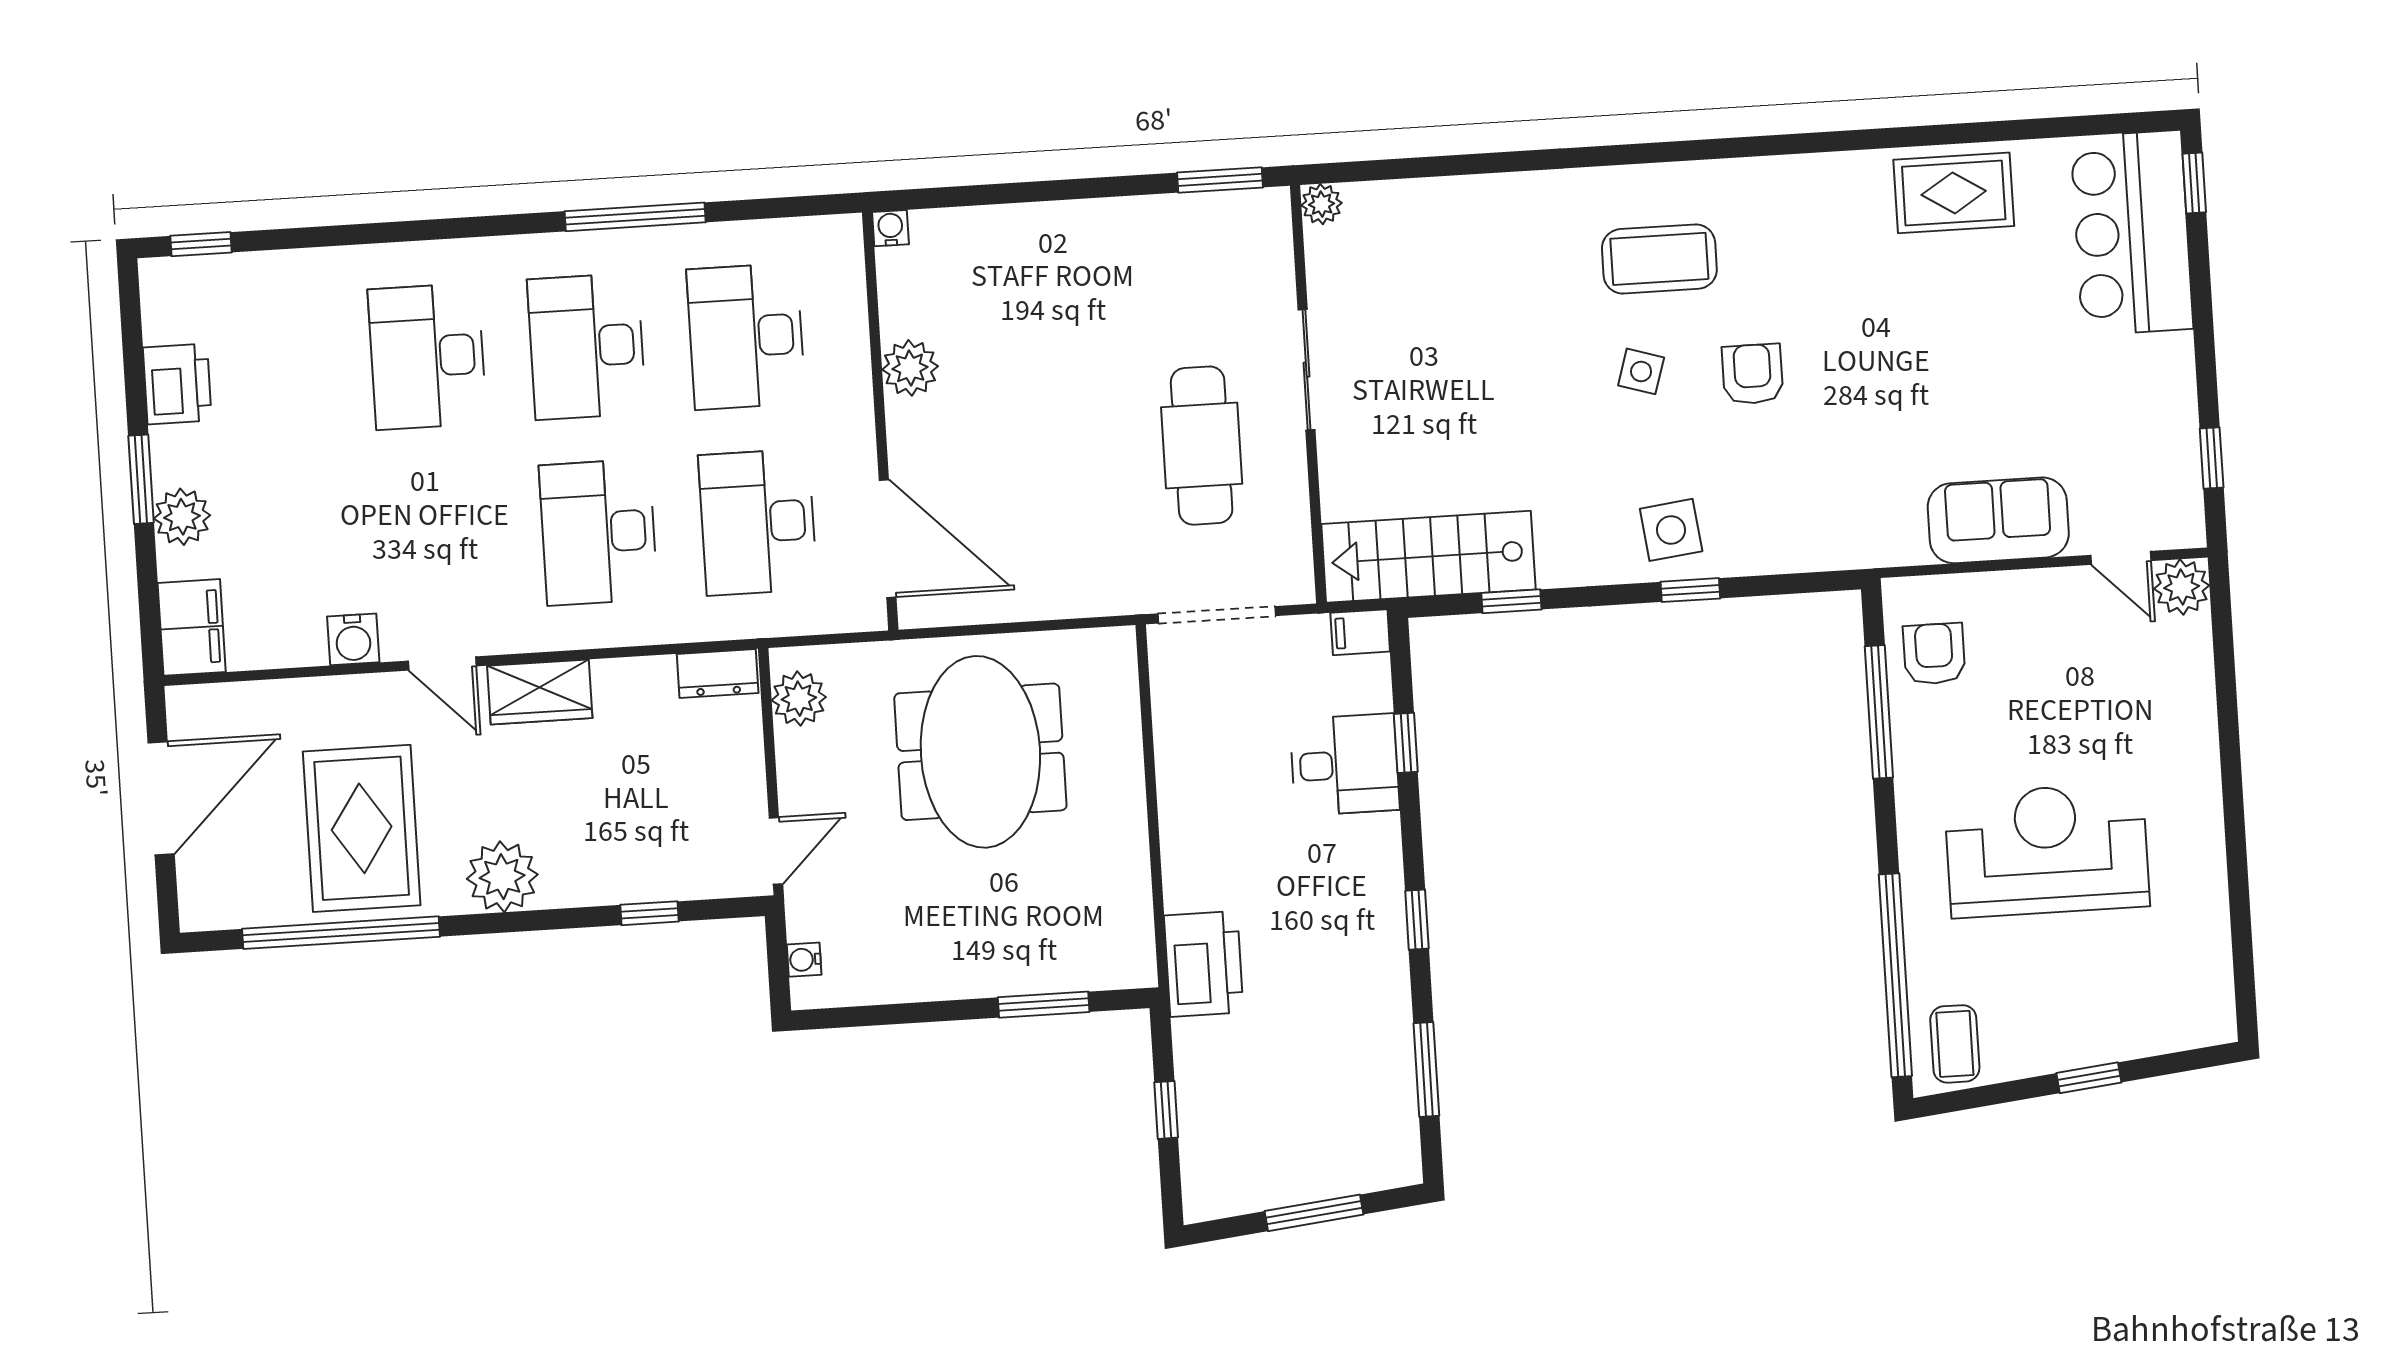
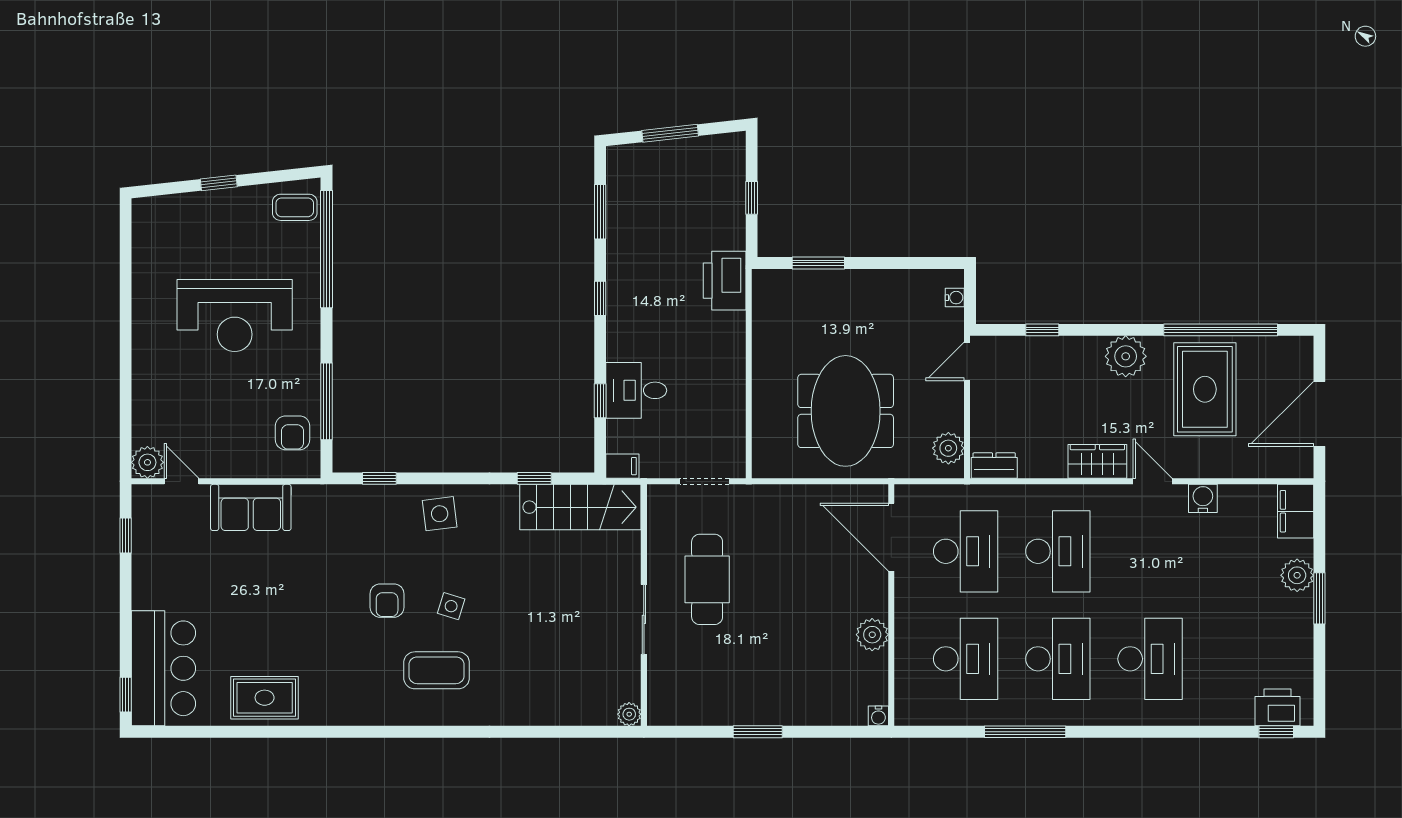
window: (1220, 180) -> (758, 732), moved
printer: (177, 384) -> (1277, 707), moved, turned 90
window: (1690, 590) -> (379, 478), moved
doorway: (1217, 615) -> (704, 481), width x0.73
coffee table: (1955, 1044) -> (295, 207), turned 90

